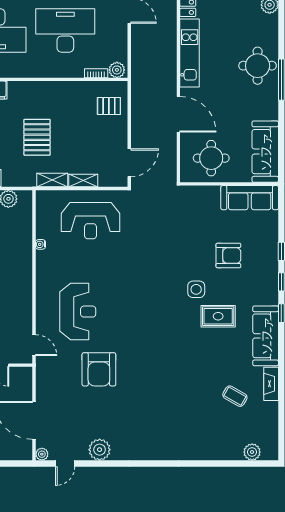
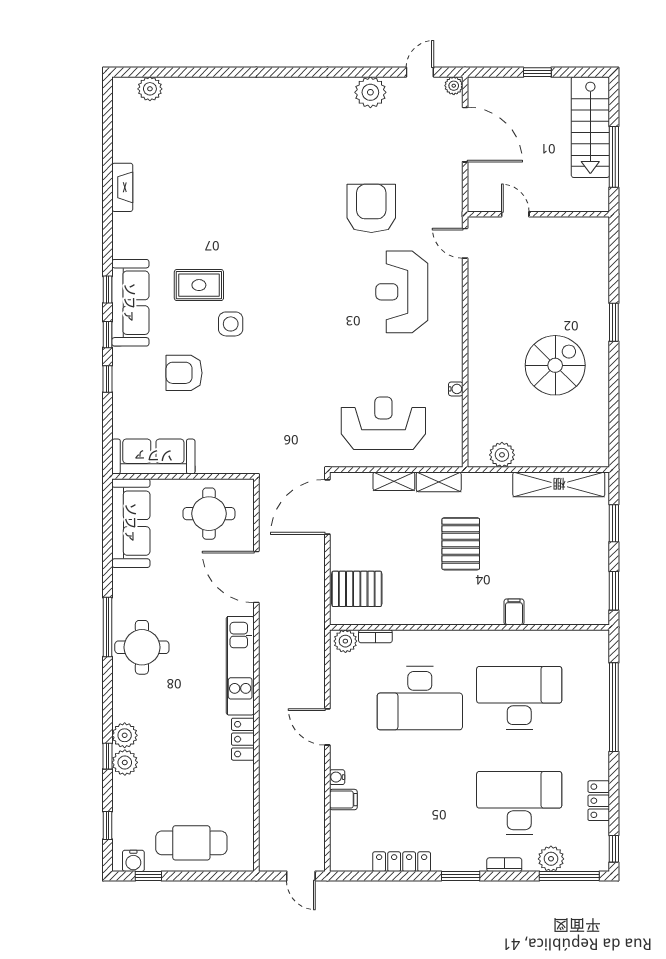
pallet: (109, 106) -> (357, 589), width x1.50, depth x1.42
door: (129, 163) -> (327, 507), width x1.36
sofa: (266, 336) -> (130, 303), moved
coffee table: (235, 396) -> (175, 170), removed

